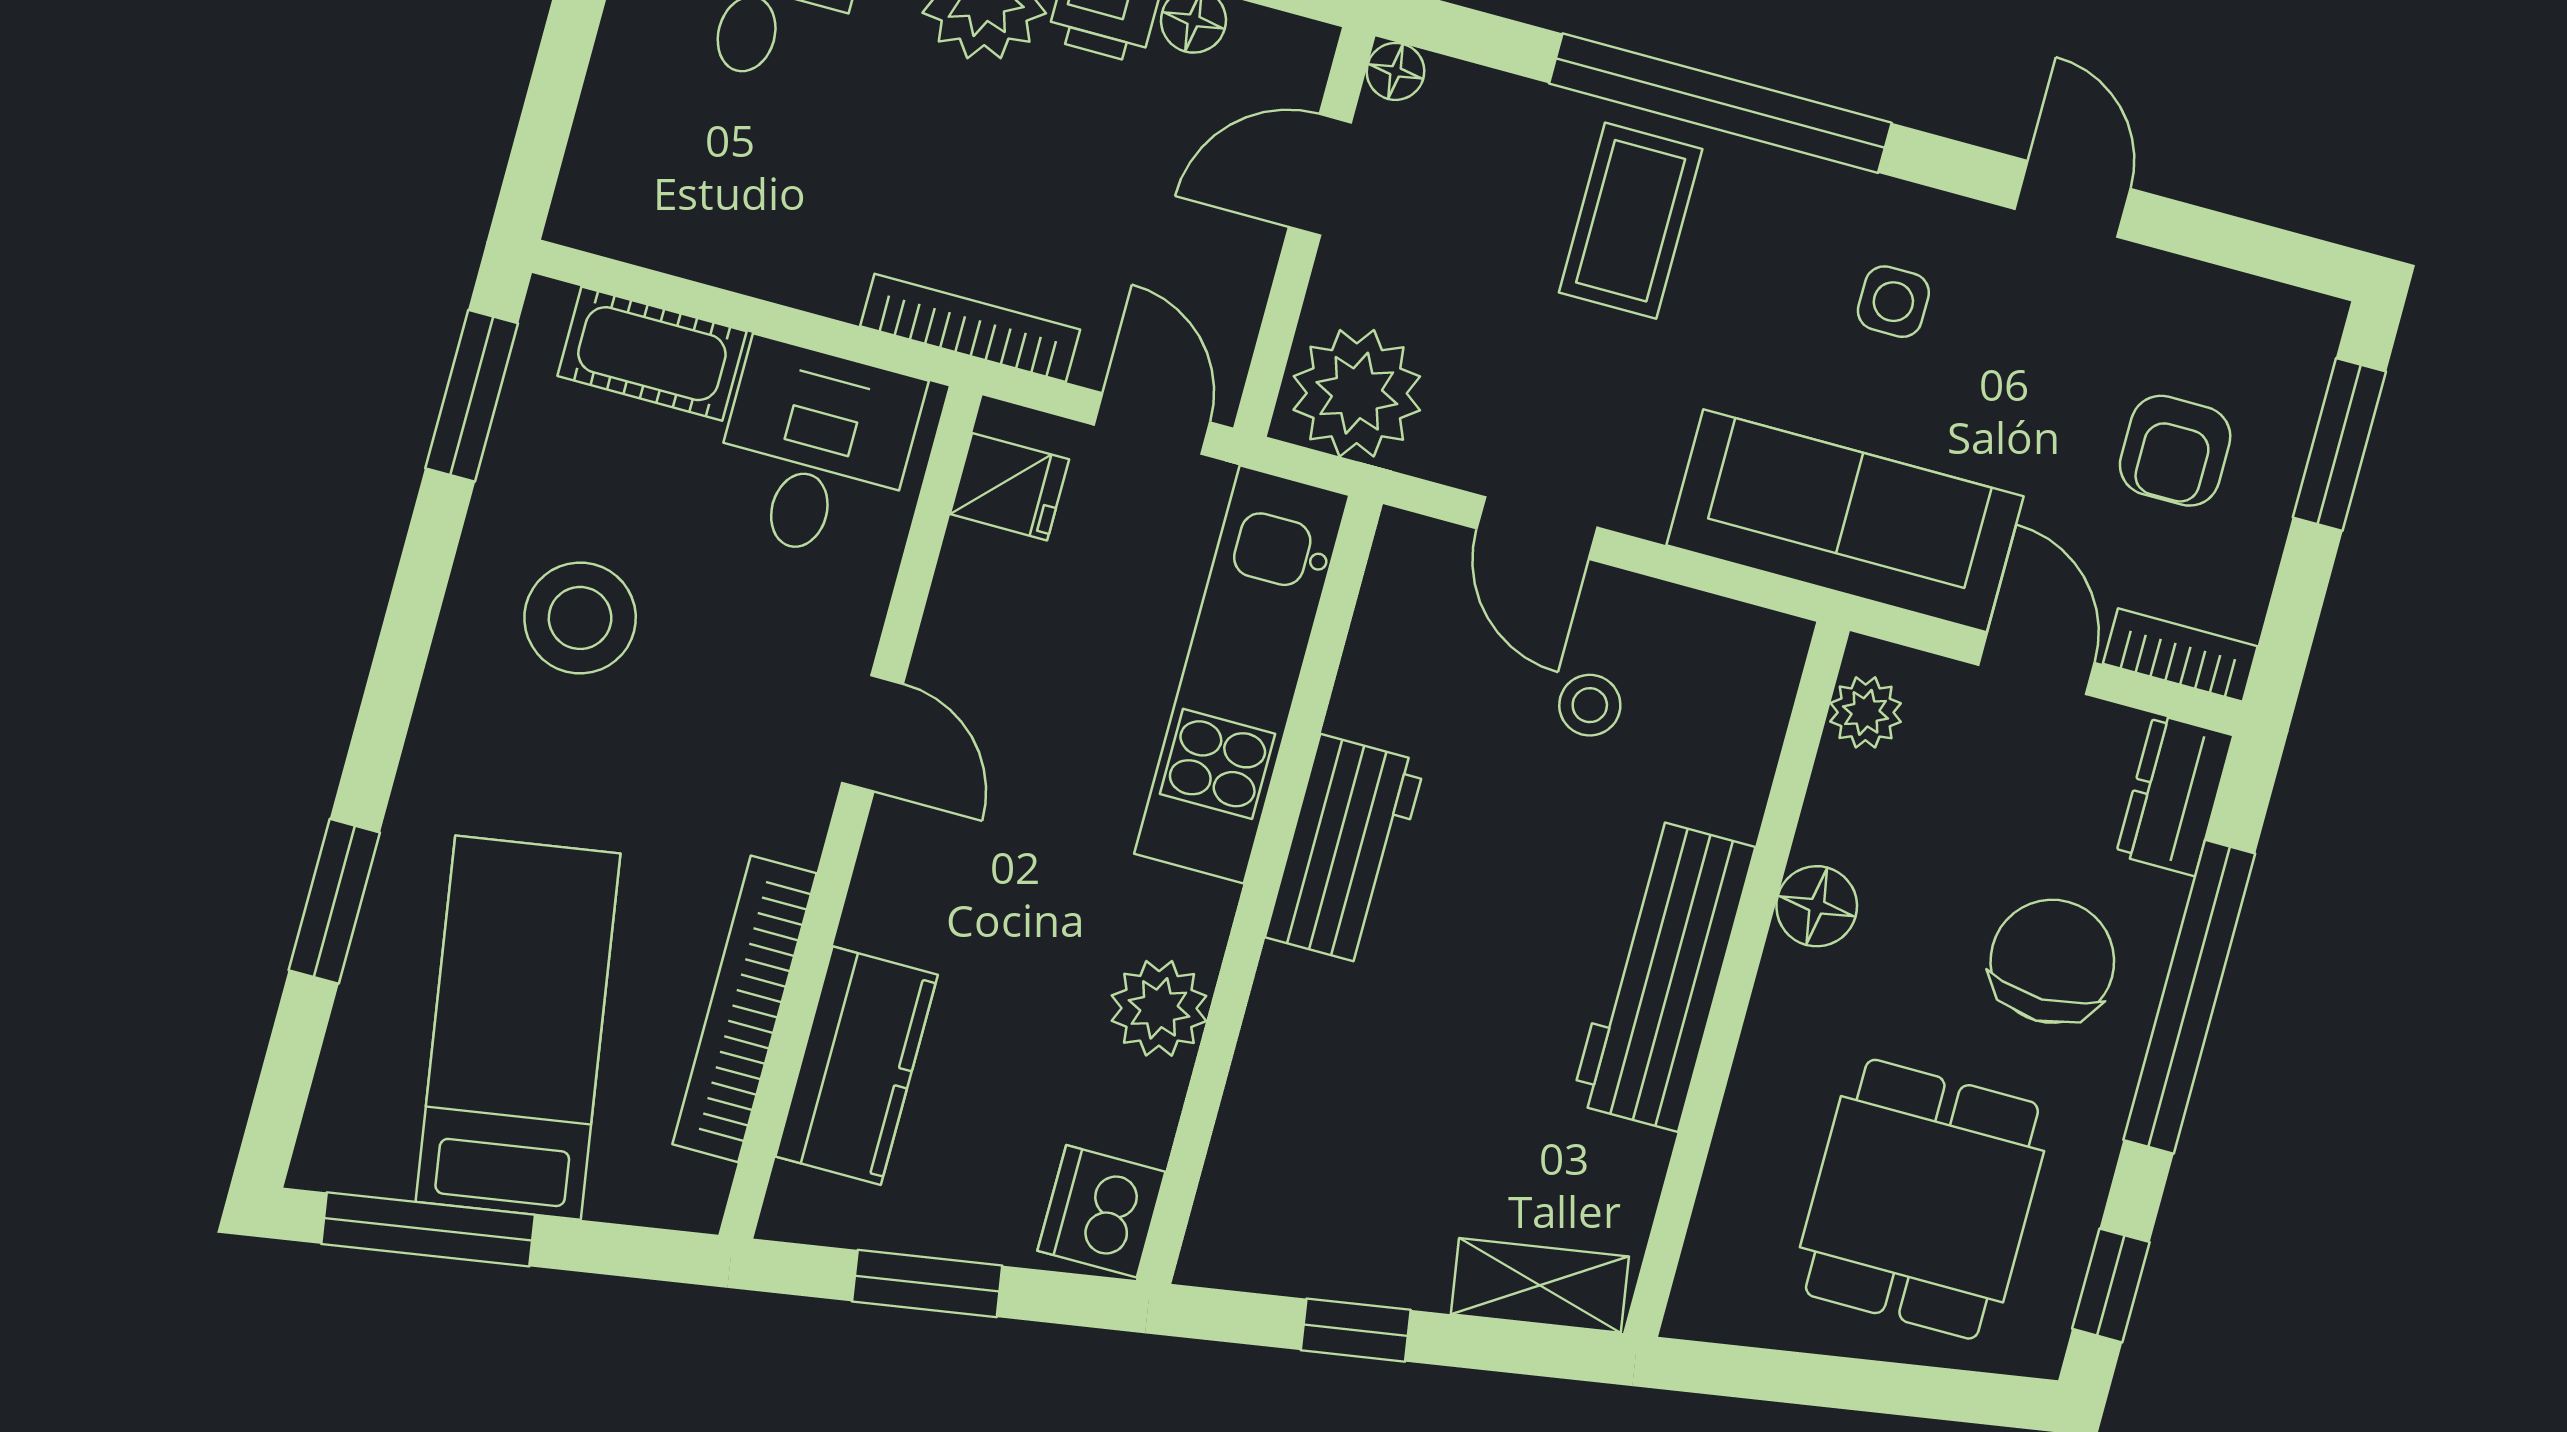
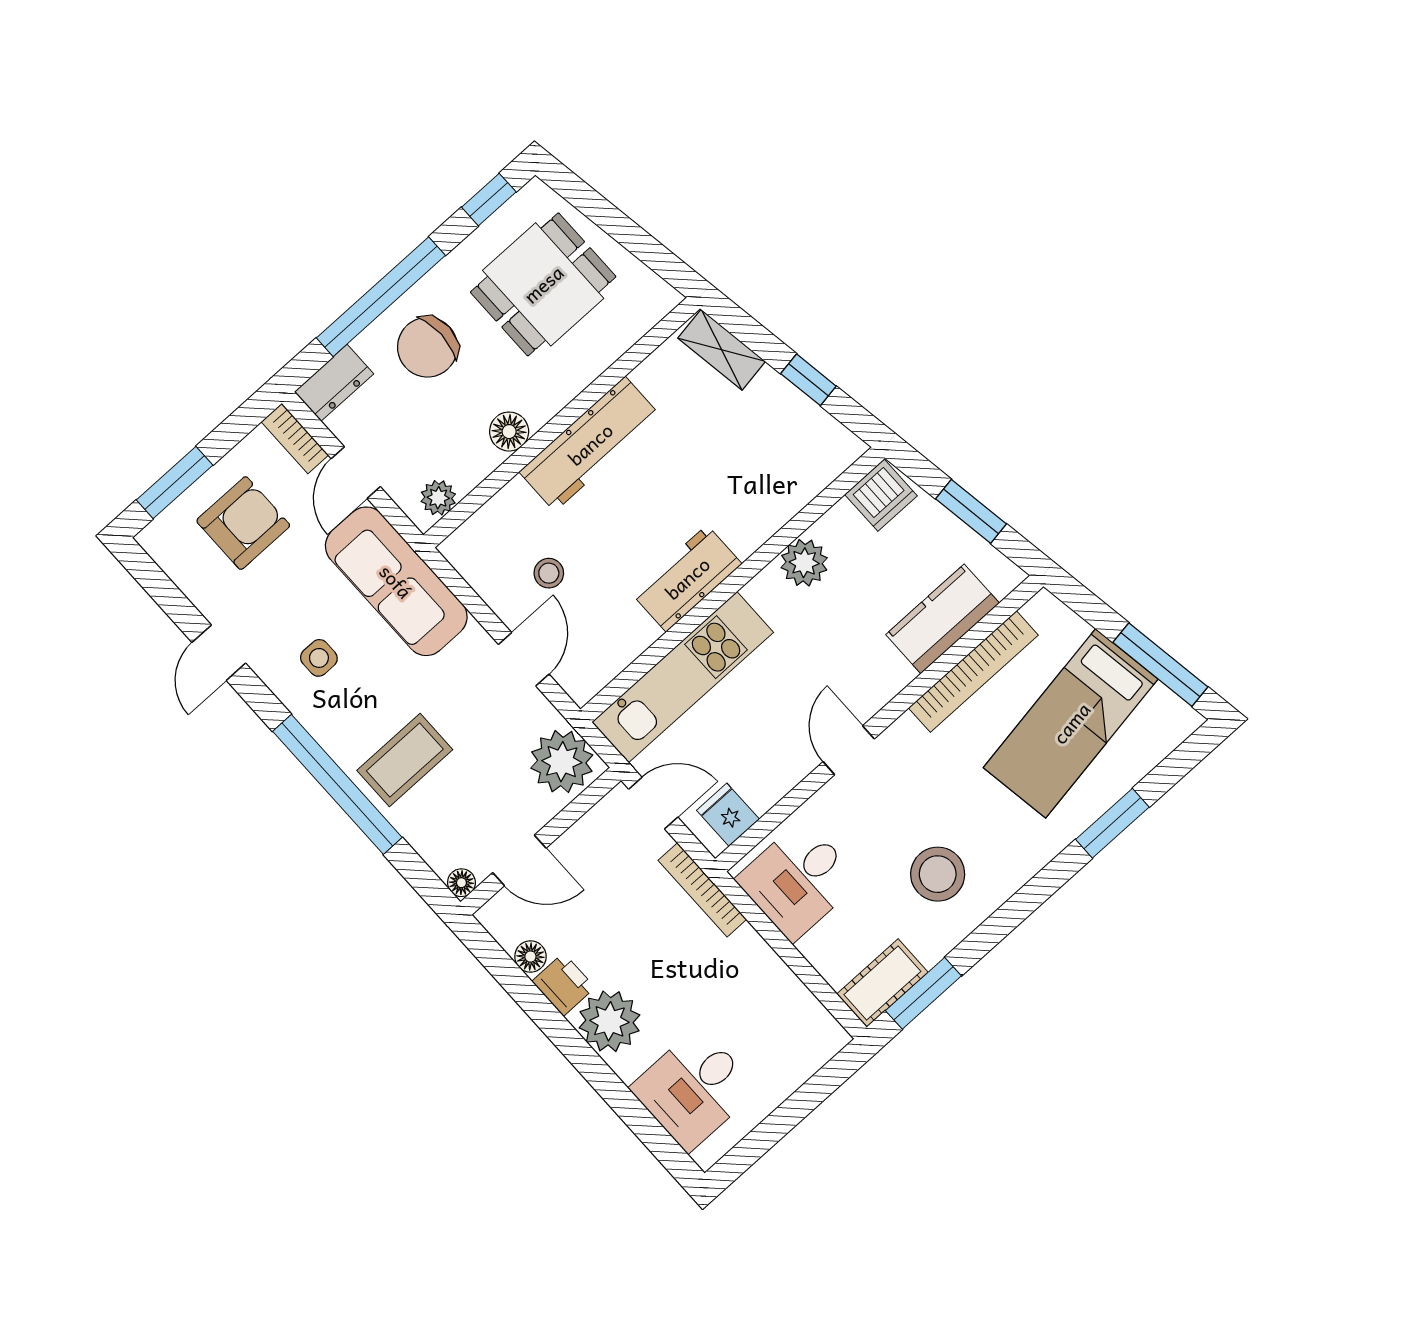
cot: (652, 354) -> (882, 983), moved, turned 90
door: (1152, 423) -> (653, 803), swing flipped
armchair: (2175, 451) -> (243, 523), width x1.38, depth x1.38

